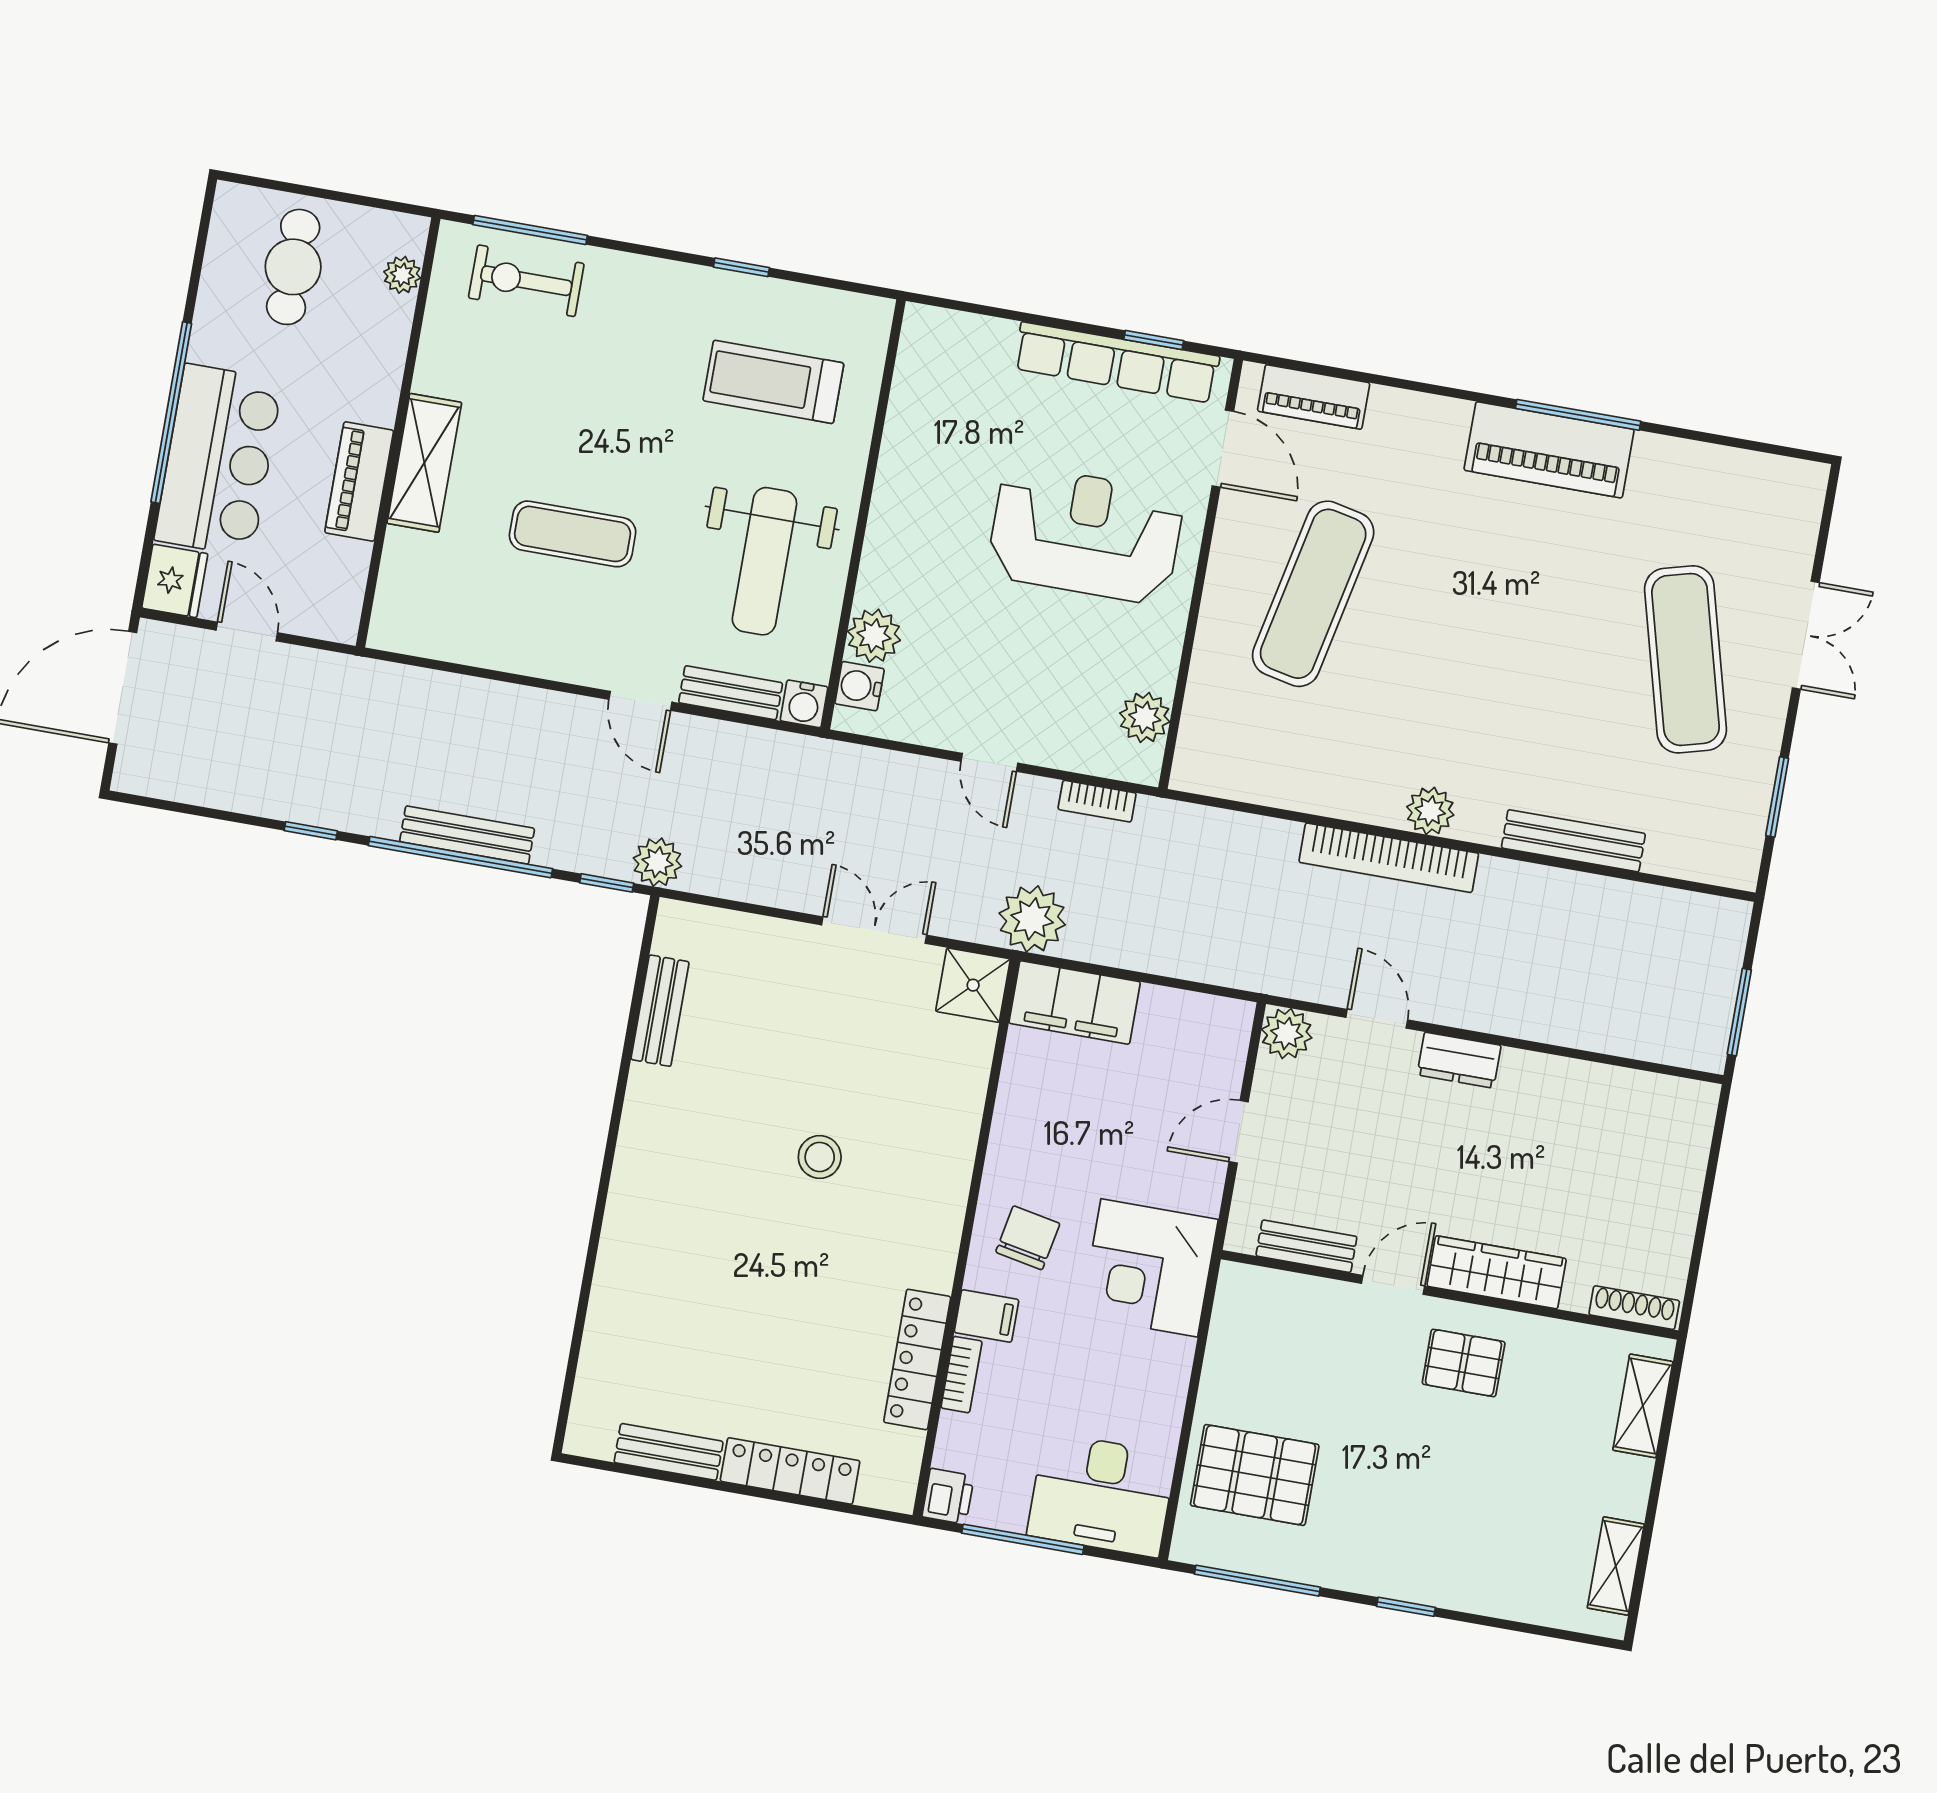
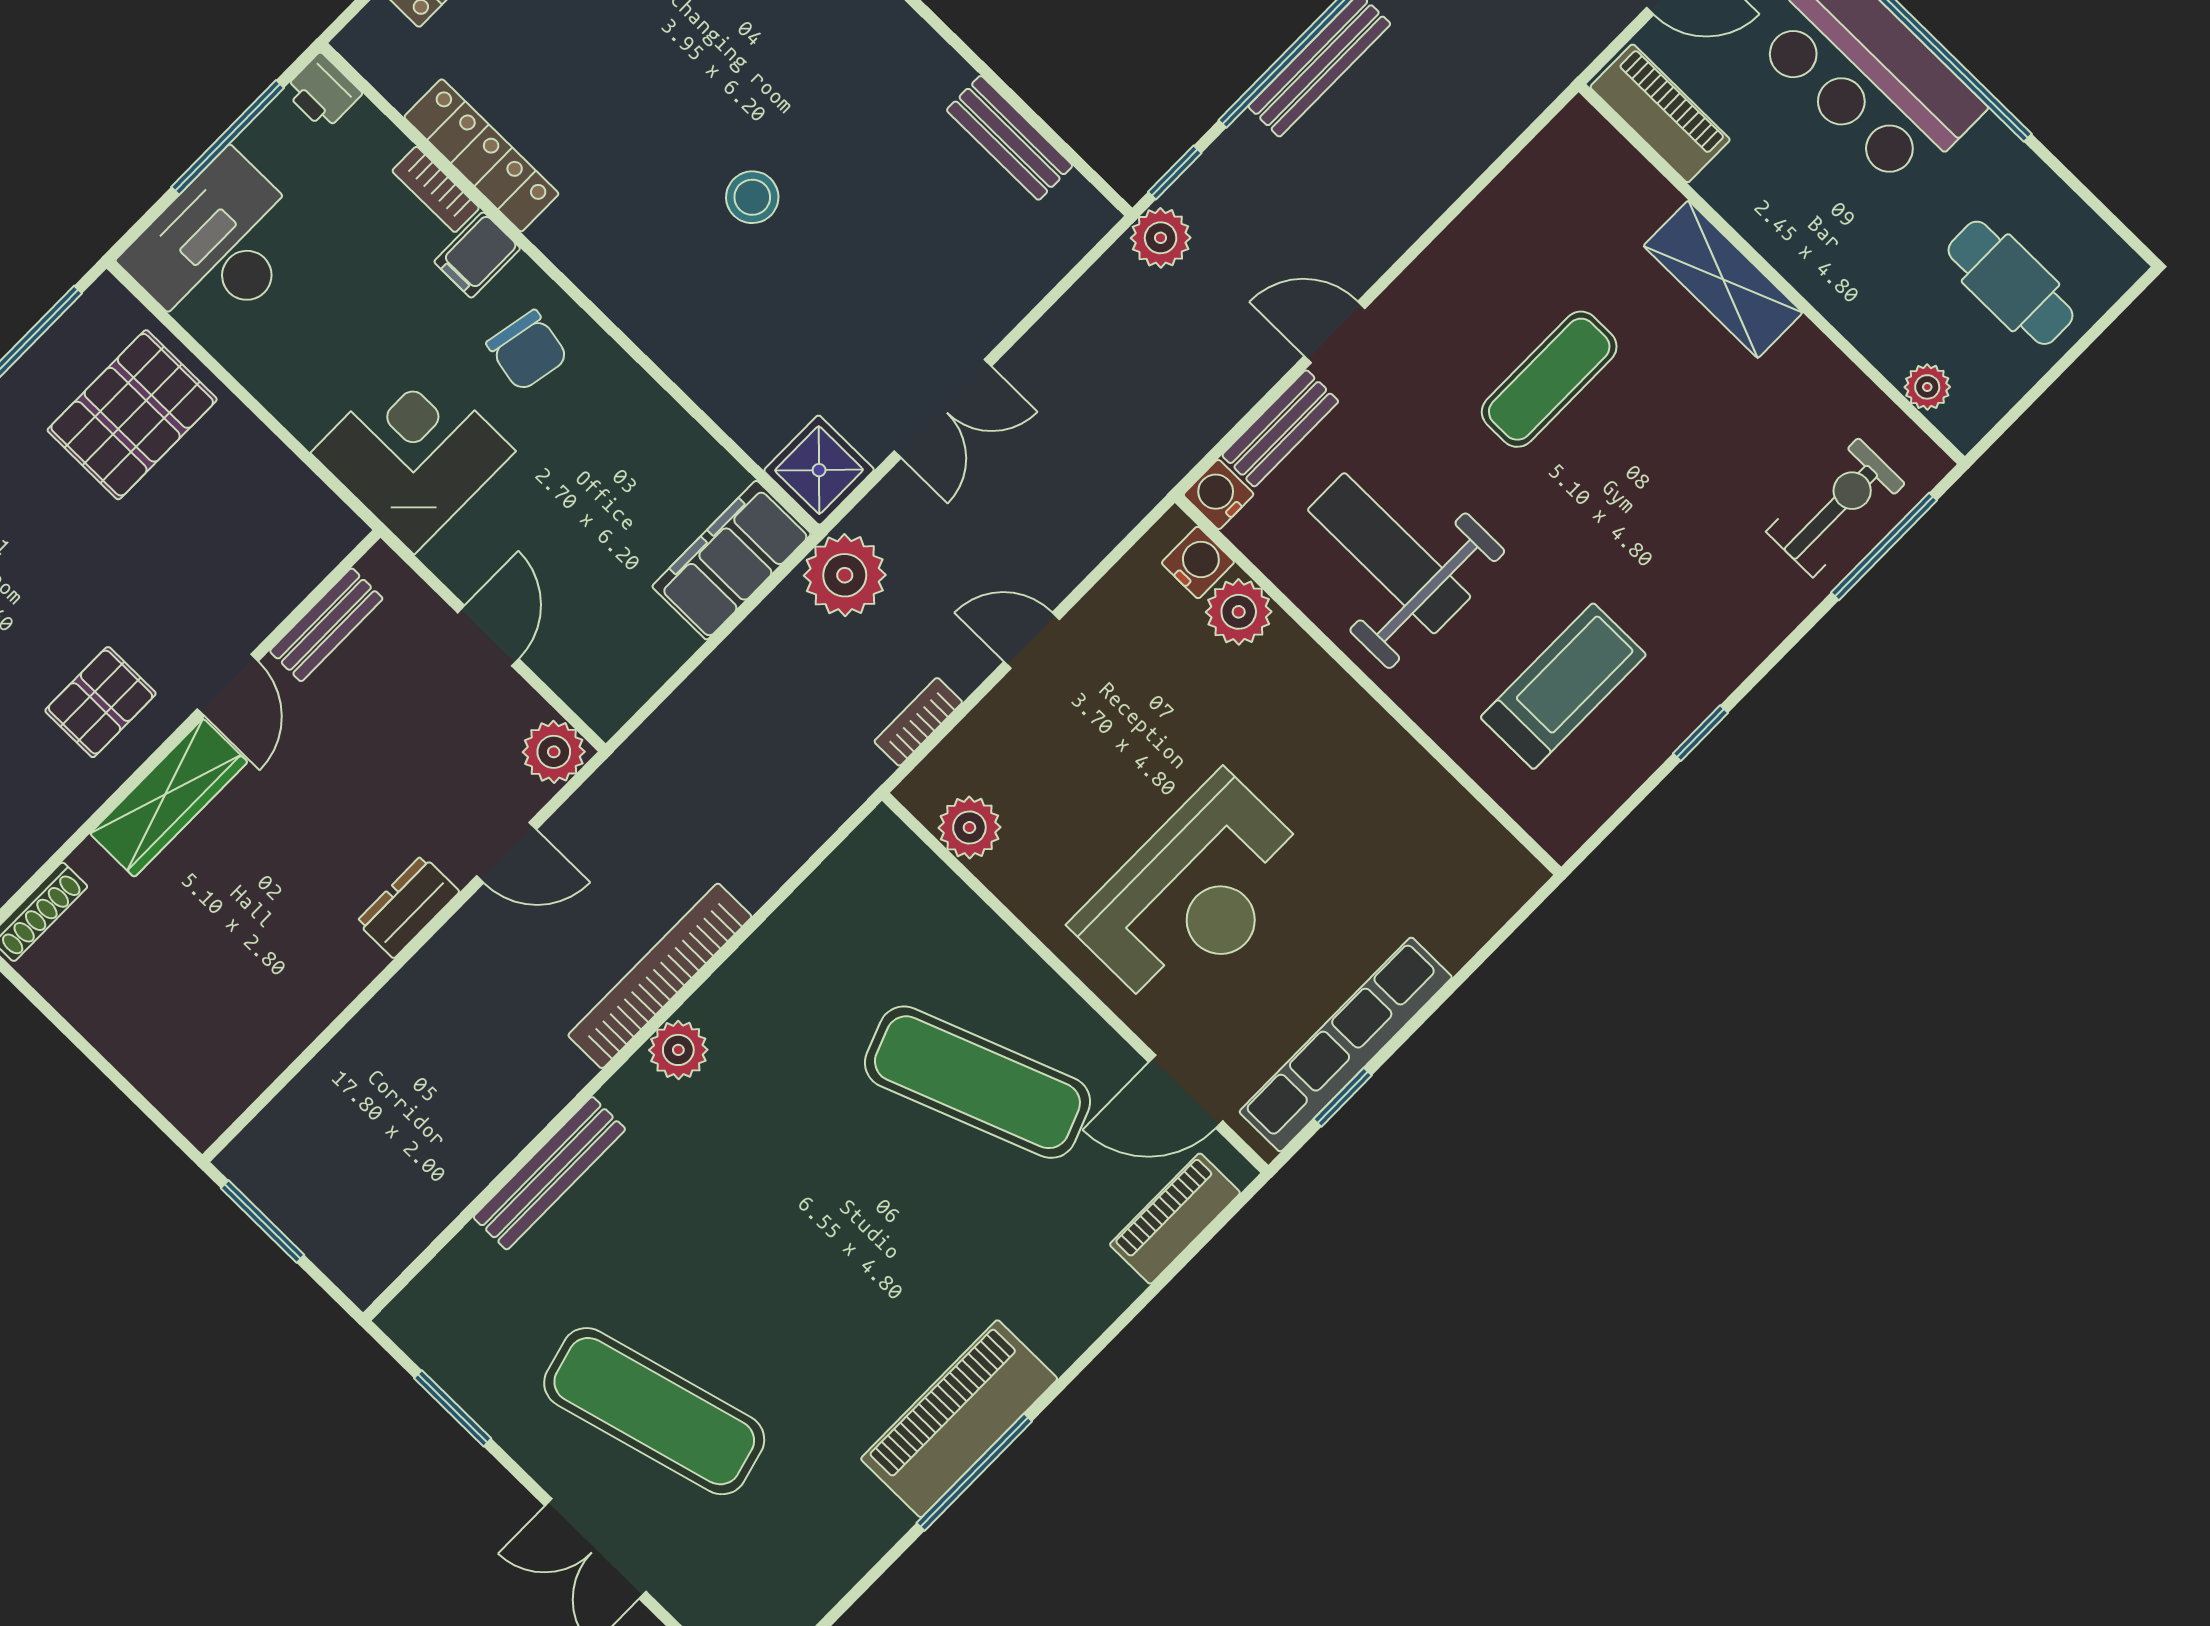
piano: (359, 482) -> (1660, 113), moved
exercise mat: (1313, 594) -> (977, 1082), turned -33

